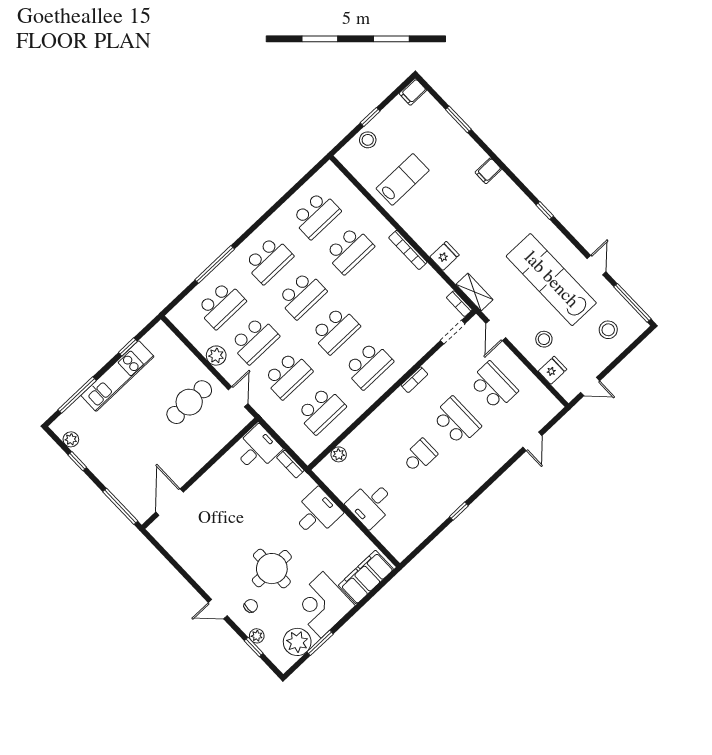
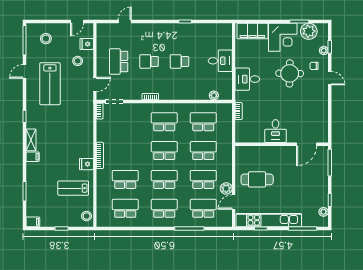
stool: (368, 140) -> (87, 216), moved
fridge: (445, 256) -> (86, 164), moved
lab bench: (551, 280) -> (50, 84), width x0.73
shelving: (474, 292) -> (31, 140), moved
kitchen unit: (117, 376) -> (269, 220), width x1.36
door: (590, 387) -> (77, 21), swing flipped
door: (238, 397) -> (234, 202), moved
school desk: (456, 421) -> (149, 61), width x0.54
desk: (257, 449) -> (276, 131), moved, turned -90

